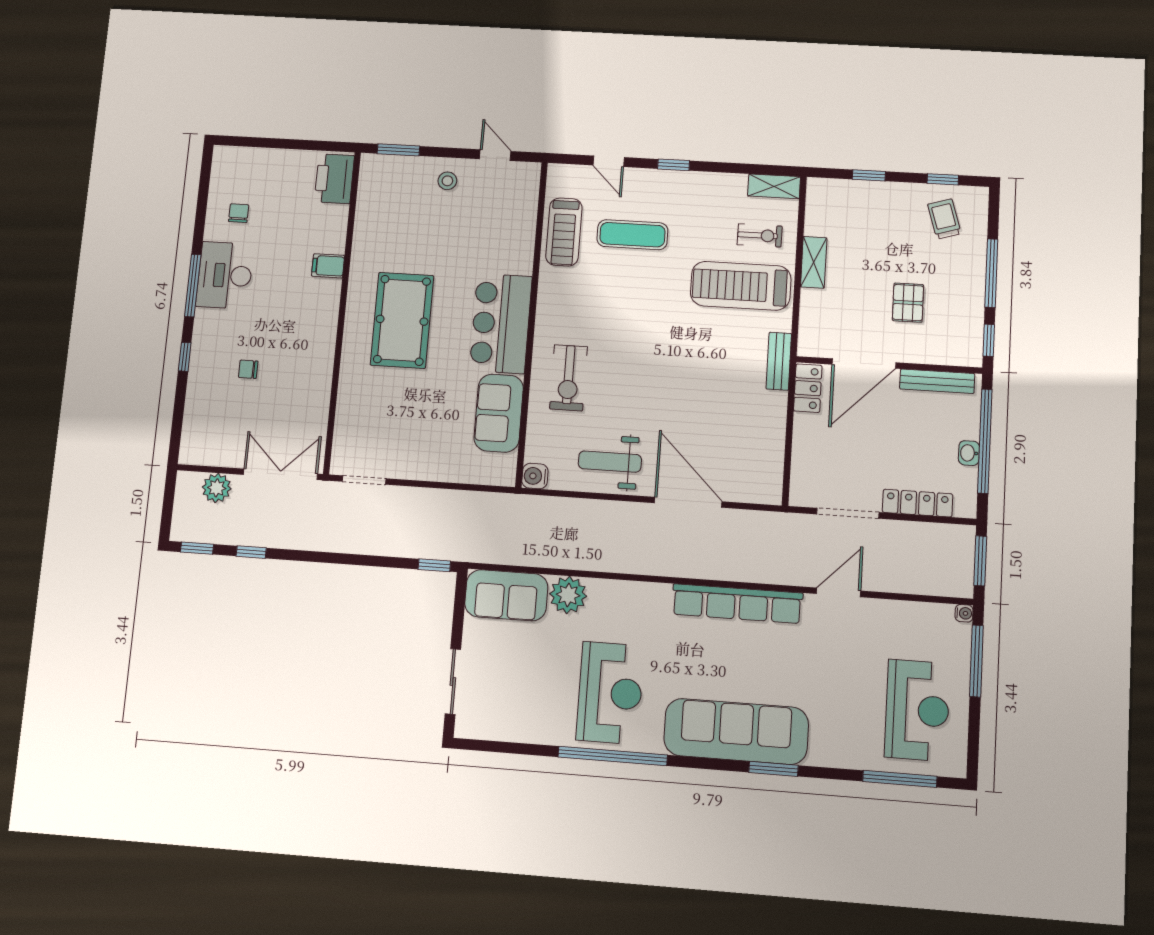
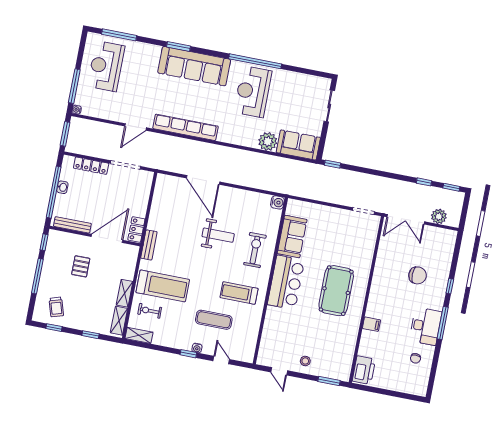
water cooler: (658, 177) -> (197, 348), added
shelving: (817, 209) -> (119, 321), added
treadmill: (564, 232) -> (239, 293), moved, turned -90
chair: (248, 369) -> (418, 275), width x1.87, depth x1.87
weight bench: (610, 462) -> (218, 235), moved

